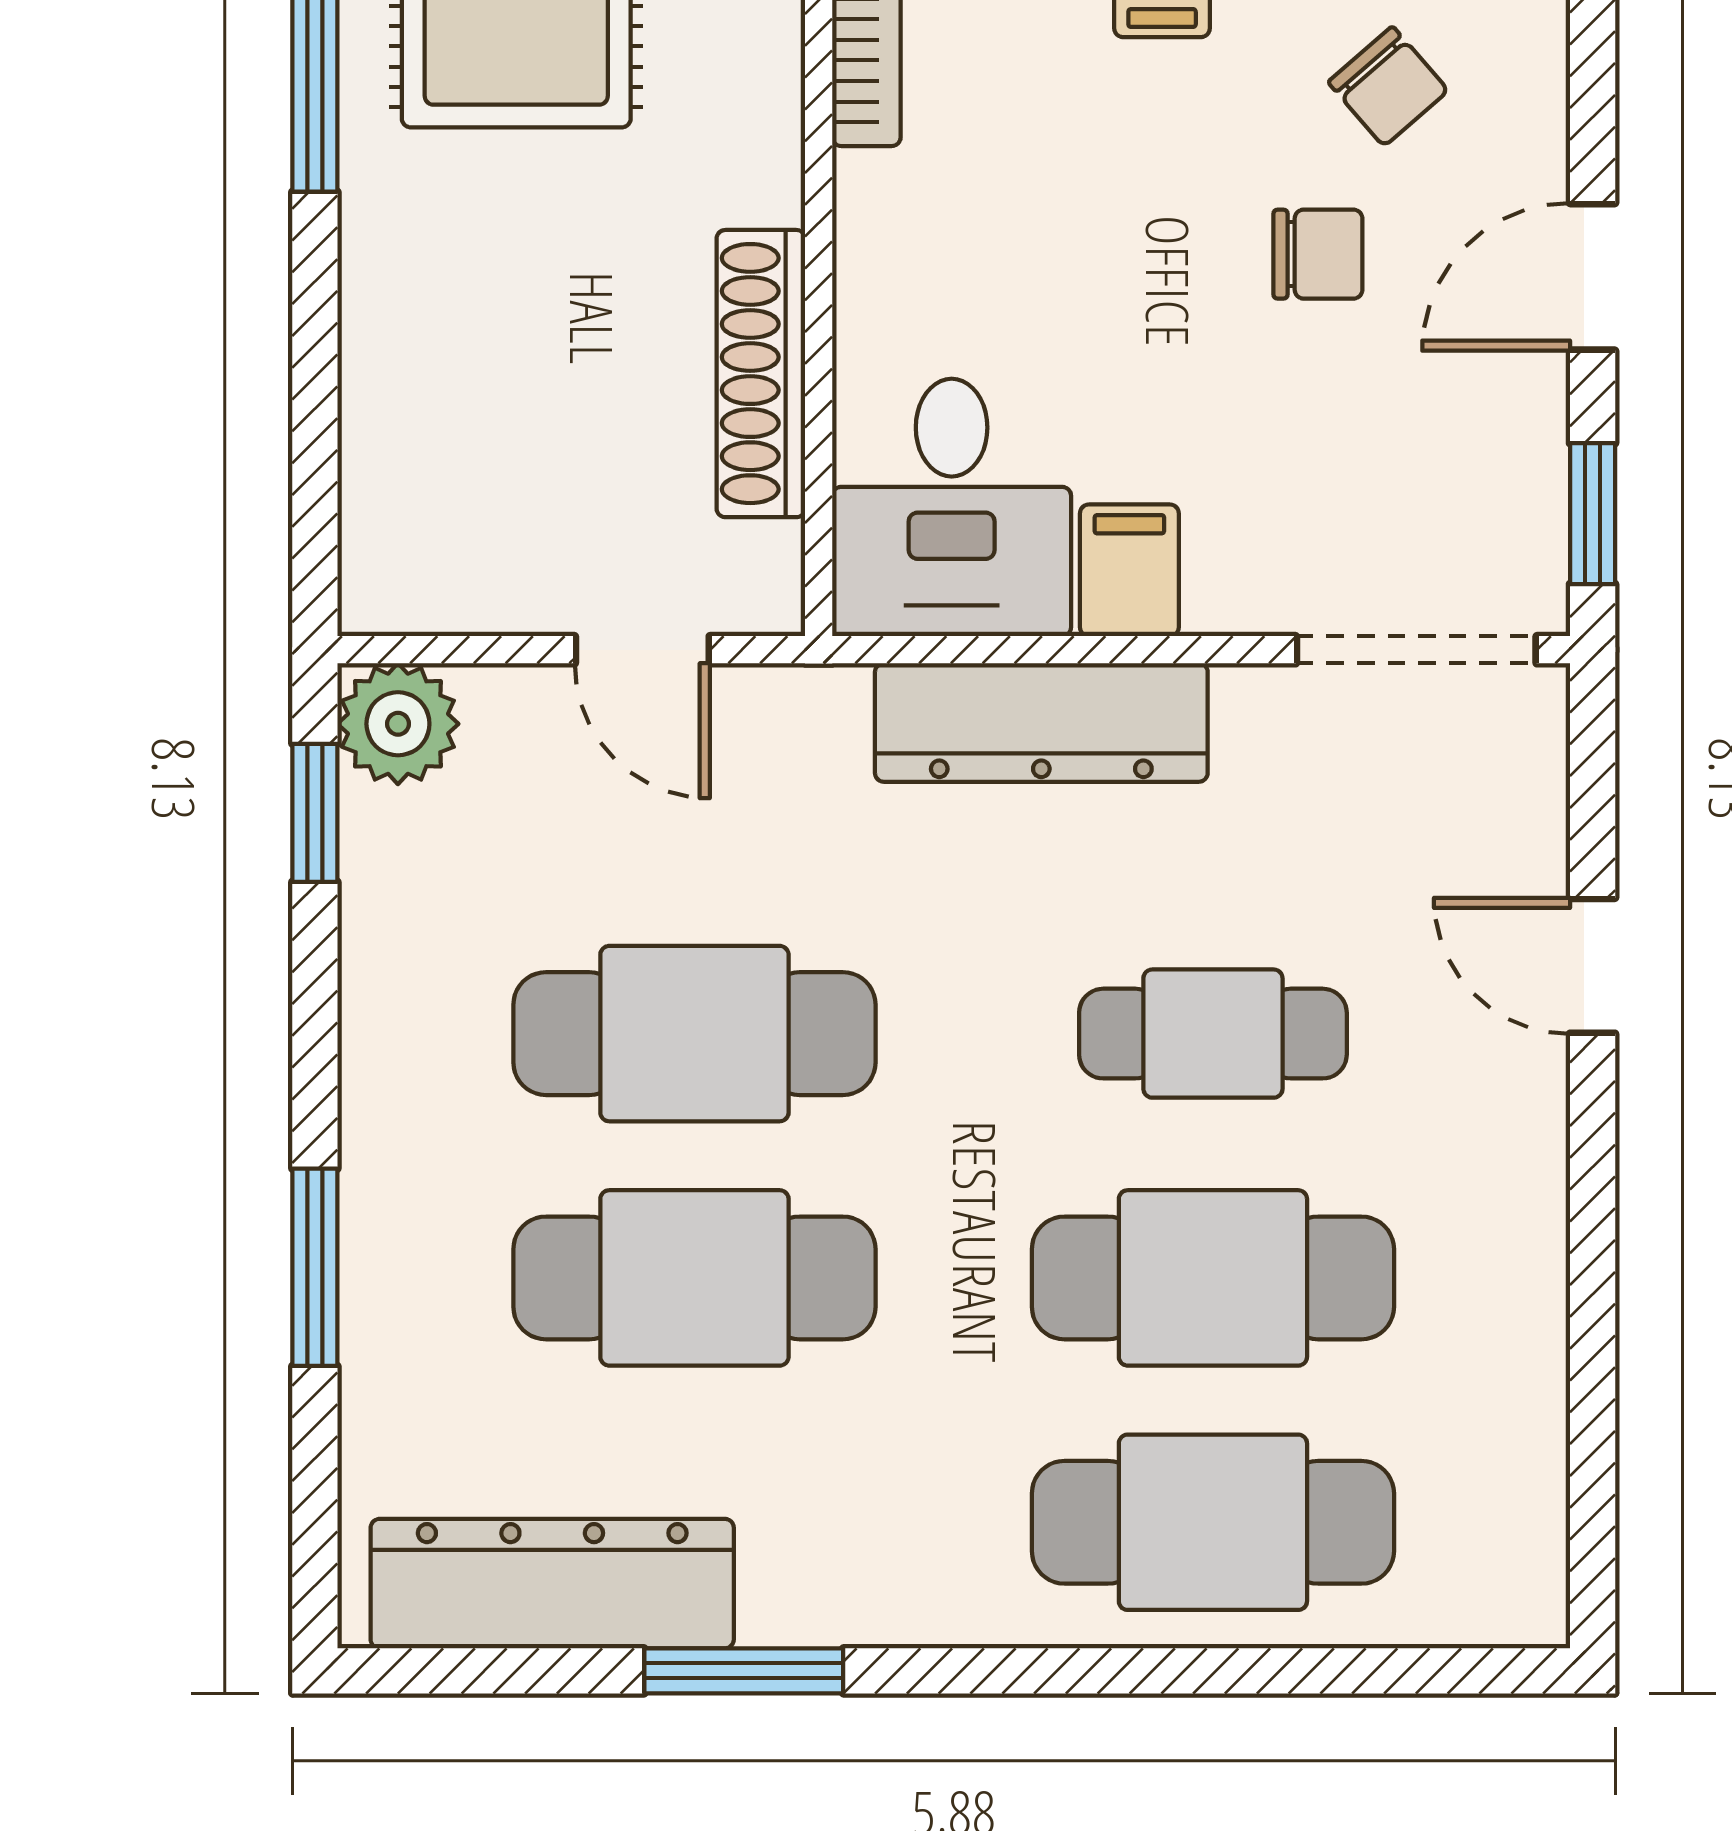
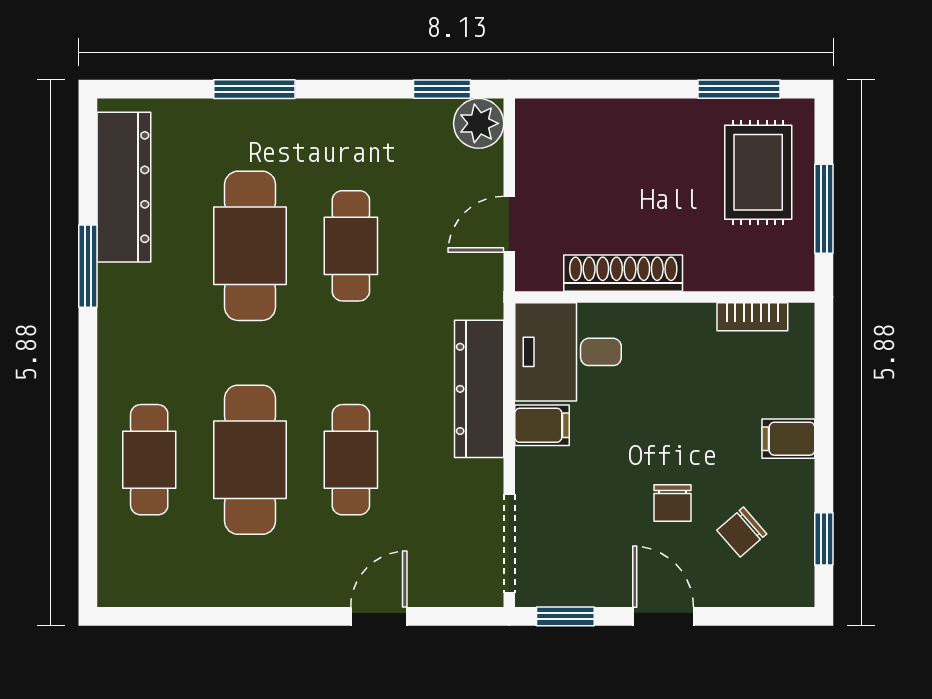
cafe table: (694, 1034) -> (351, 246), width x0.73, depth x0.74
cafe table: (1213, 1522) -> (149, 460), width x0.73, depth x0.74

